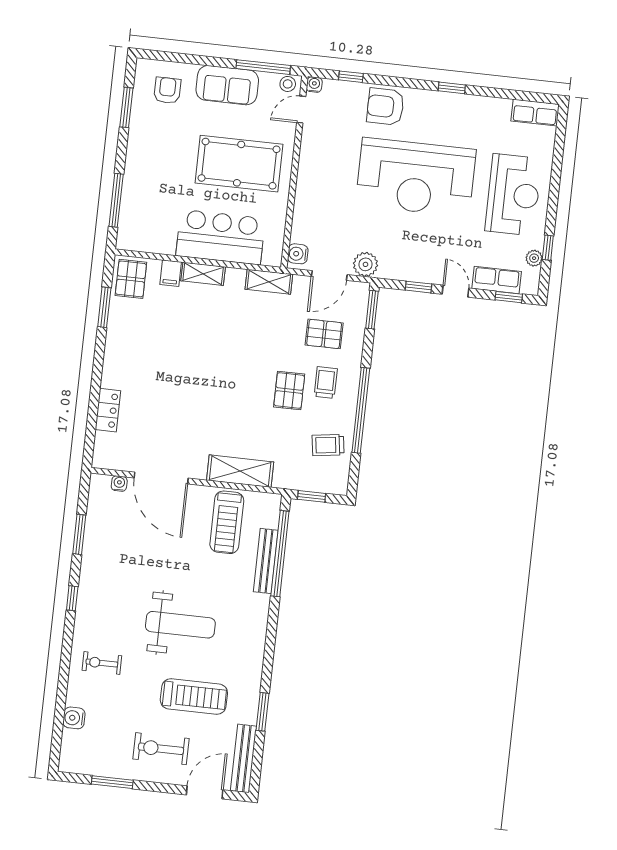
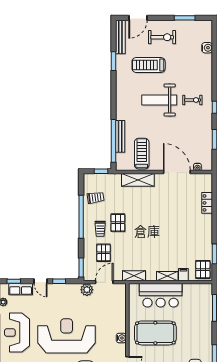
water cooler: (298, 254) -> (121, 338), moved
pallet: (324, 334) -> (104, 253), turned 90
exercise bike: (102, 663) -> (192, 100), moved

